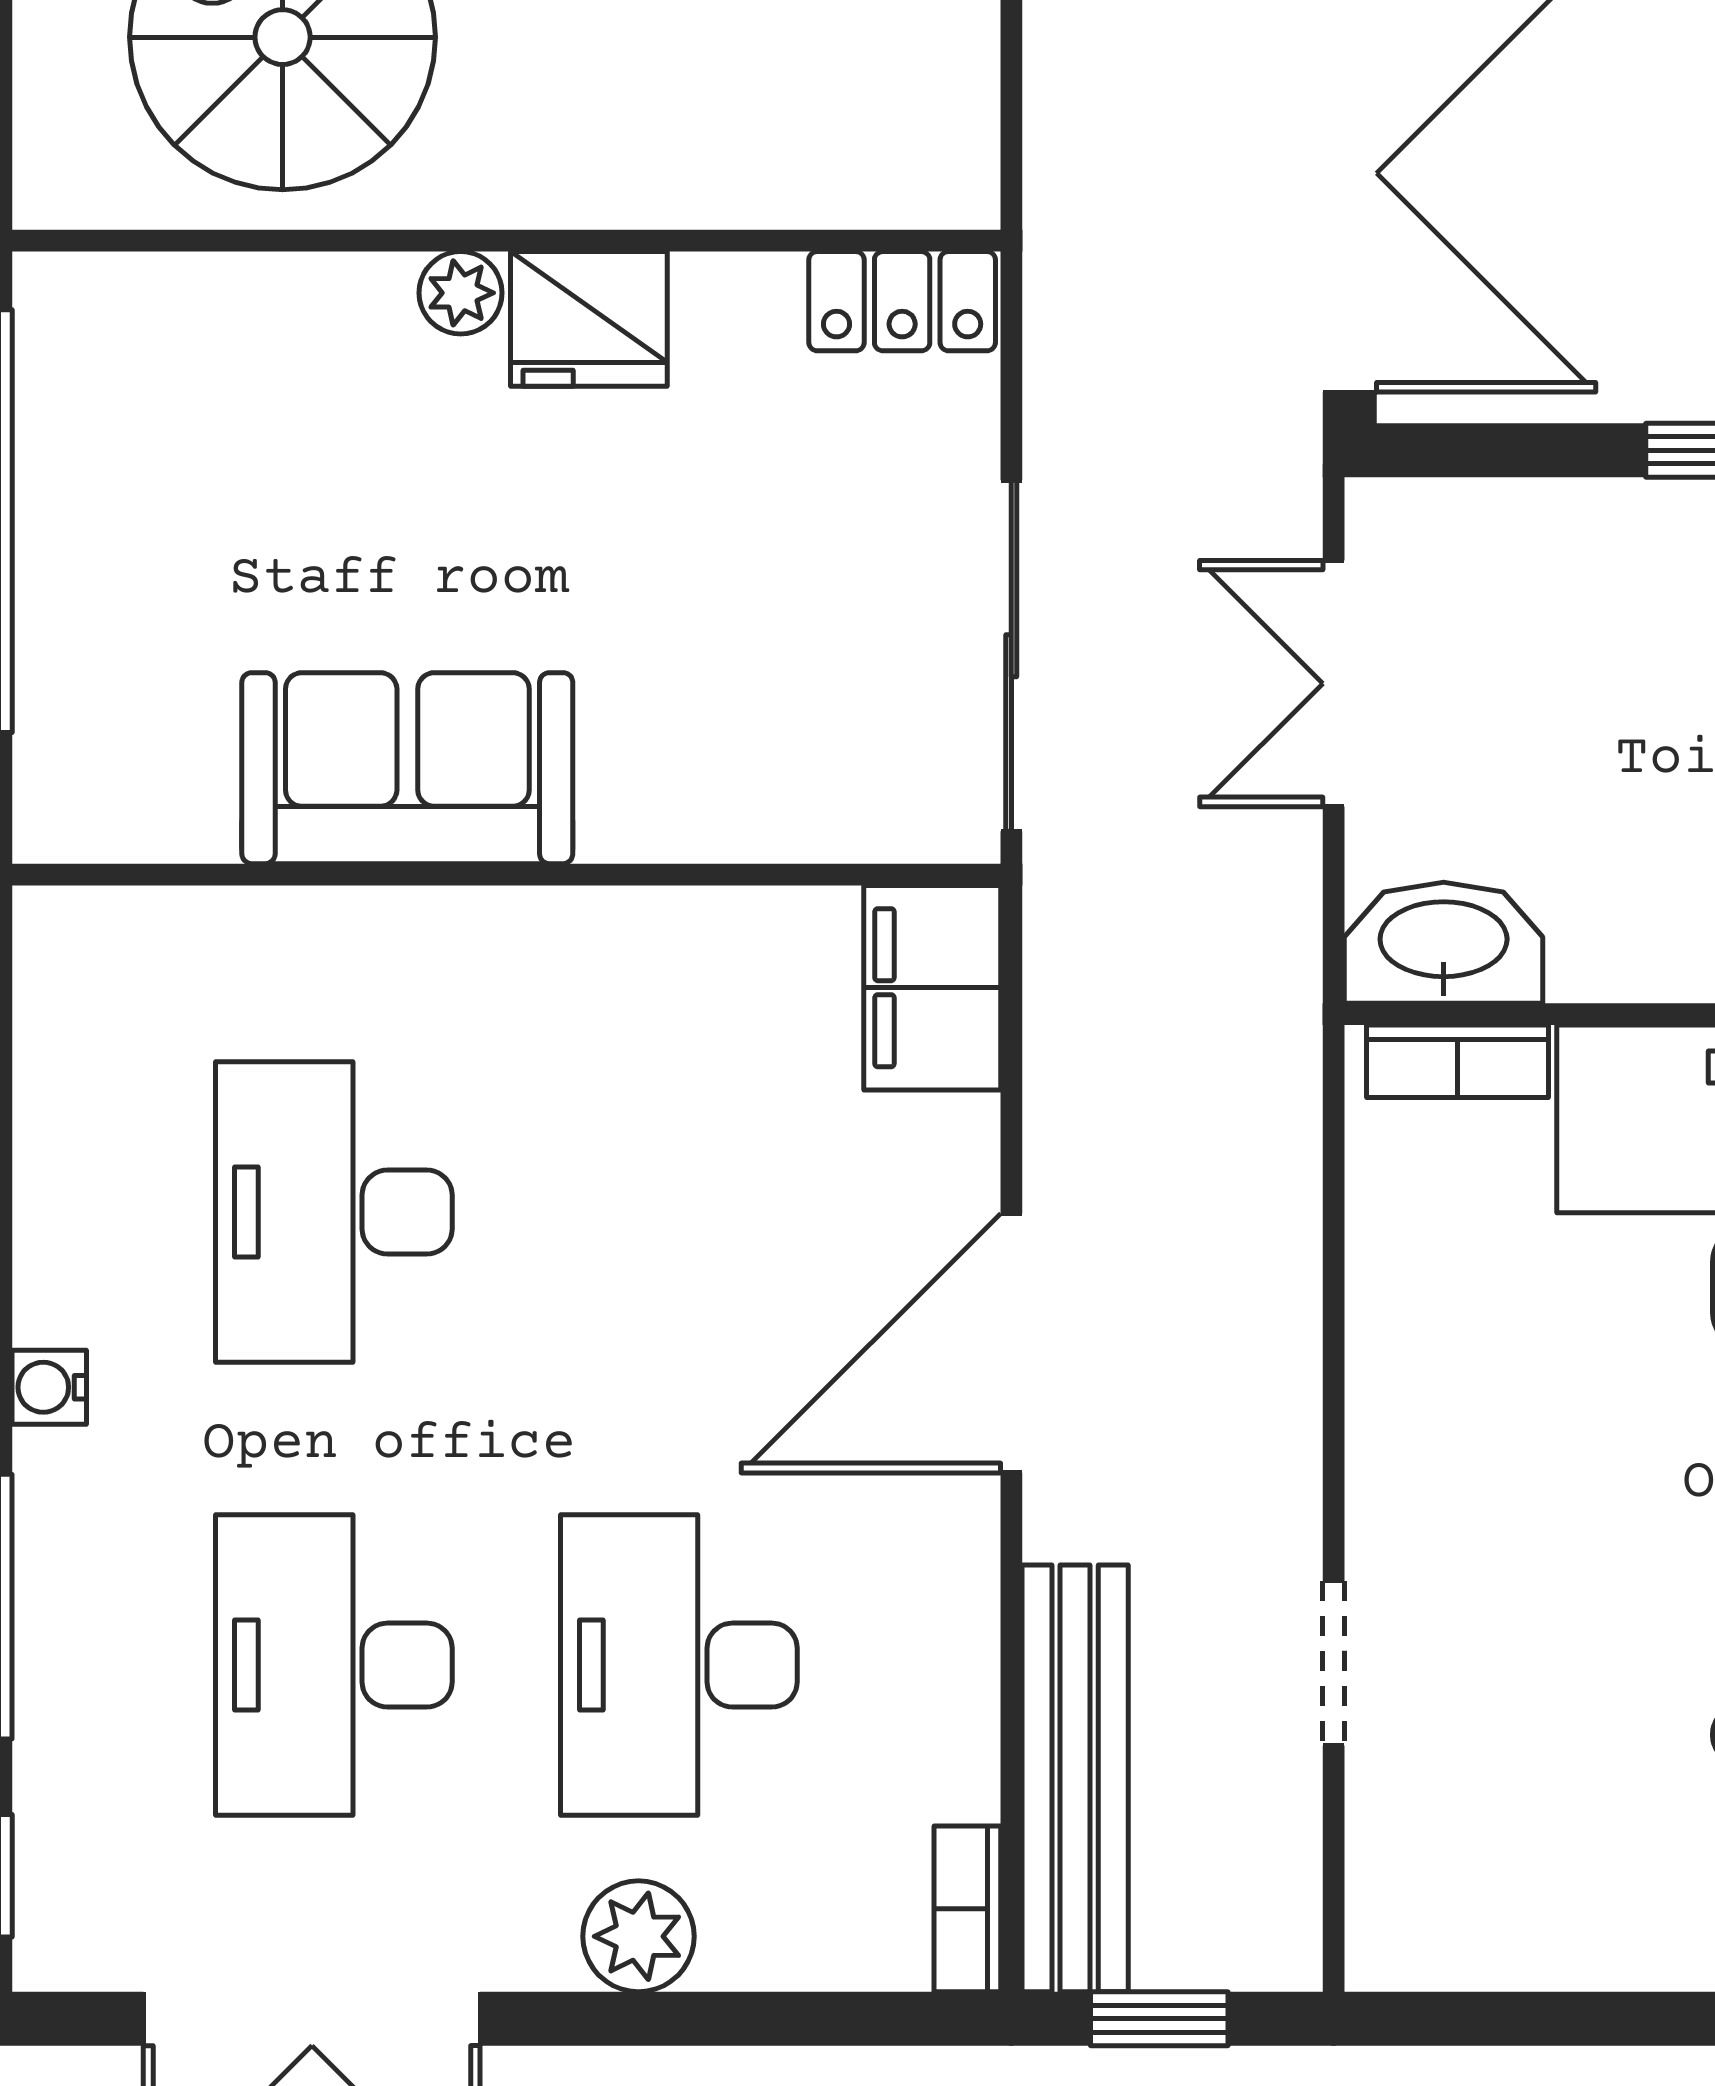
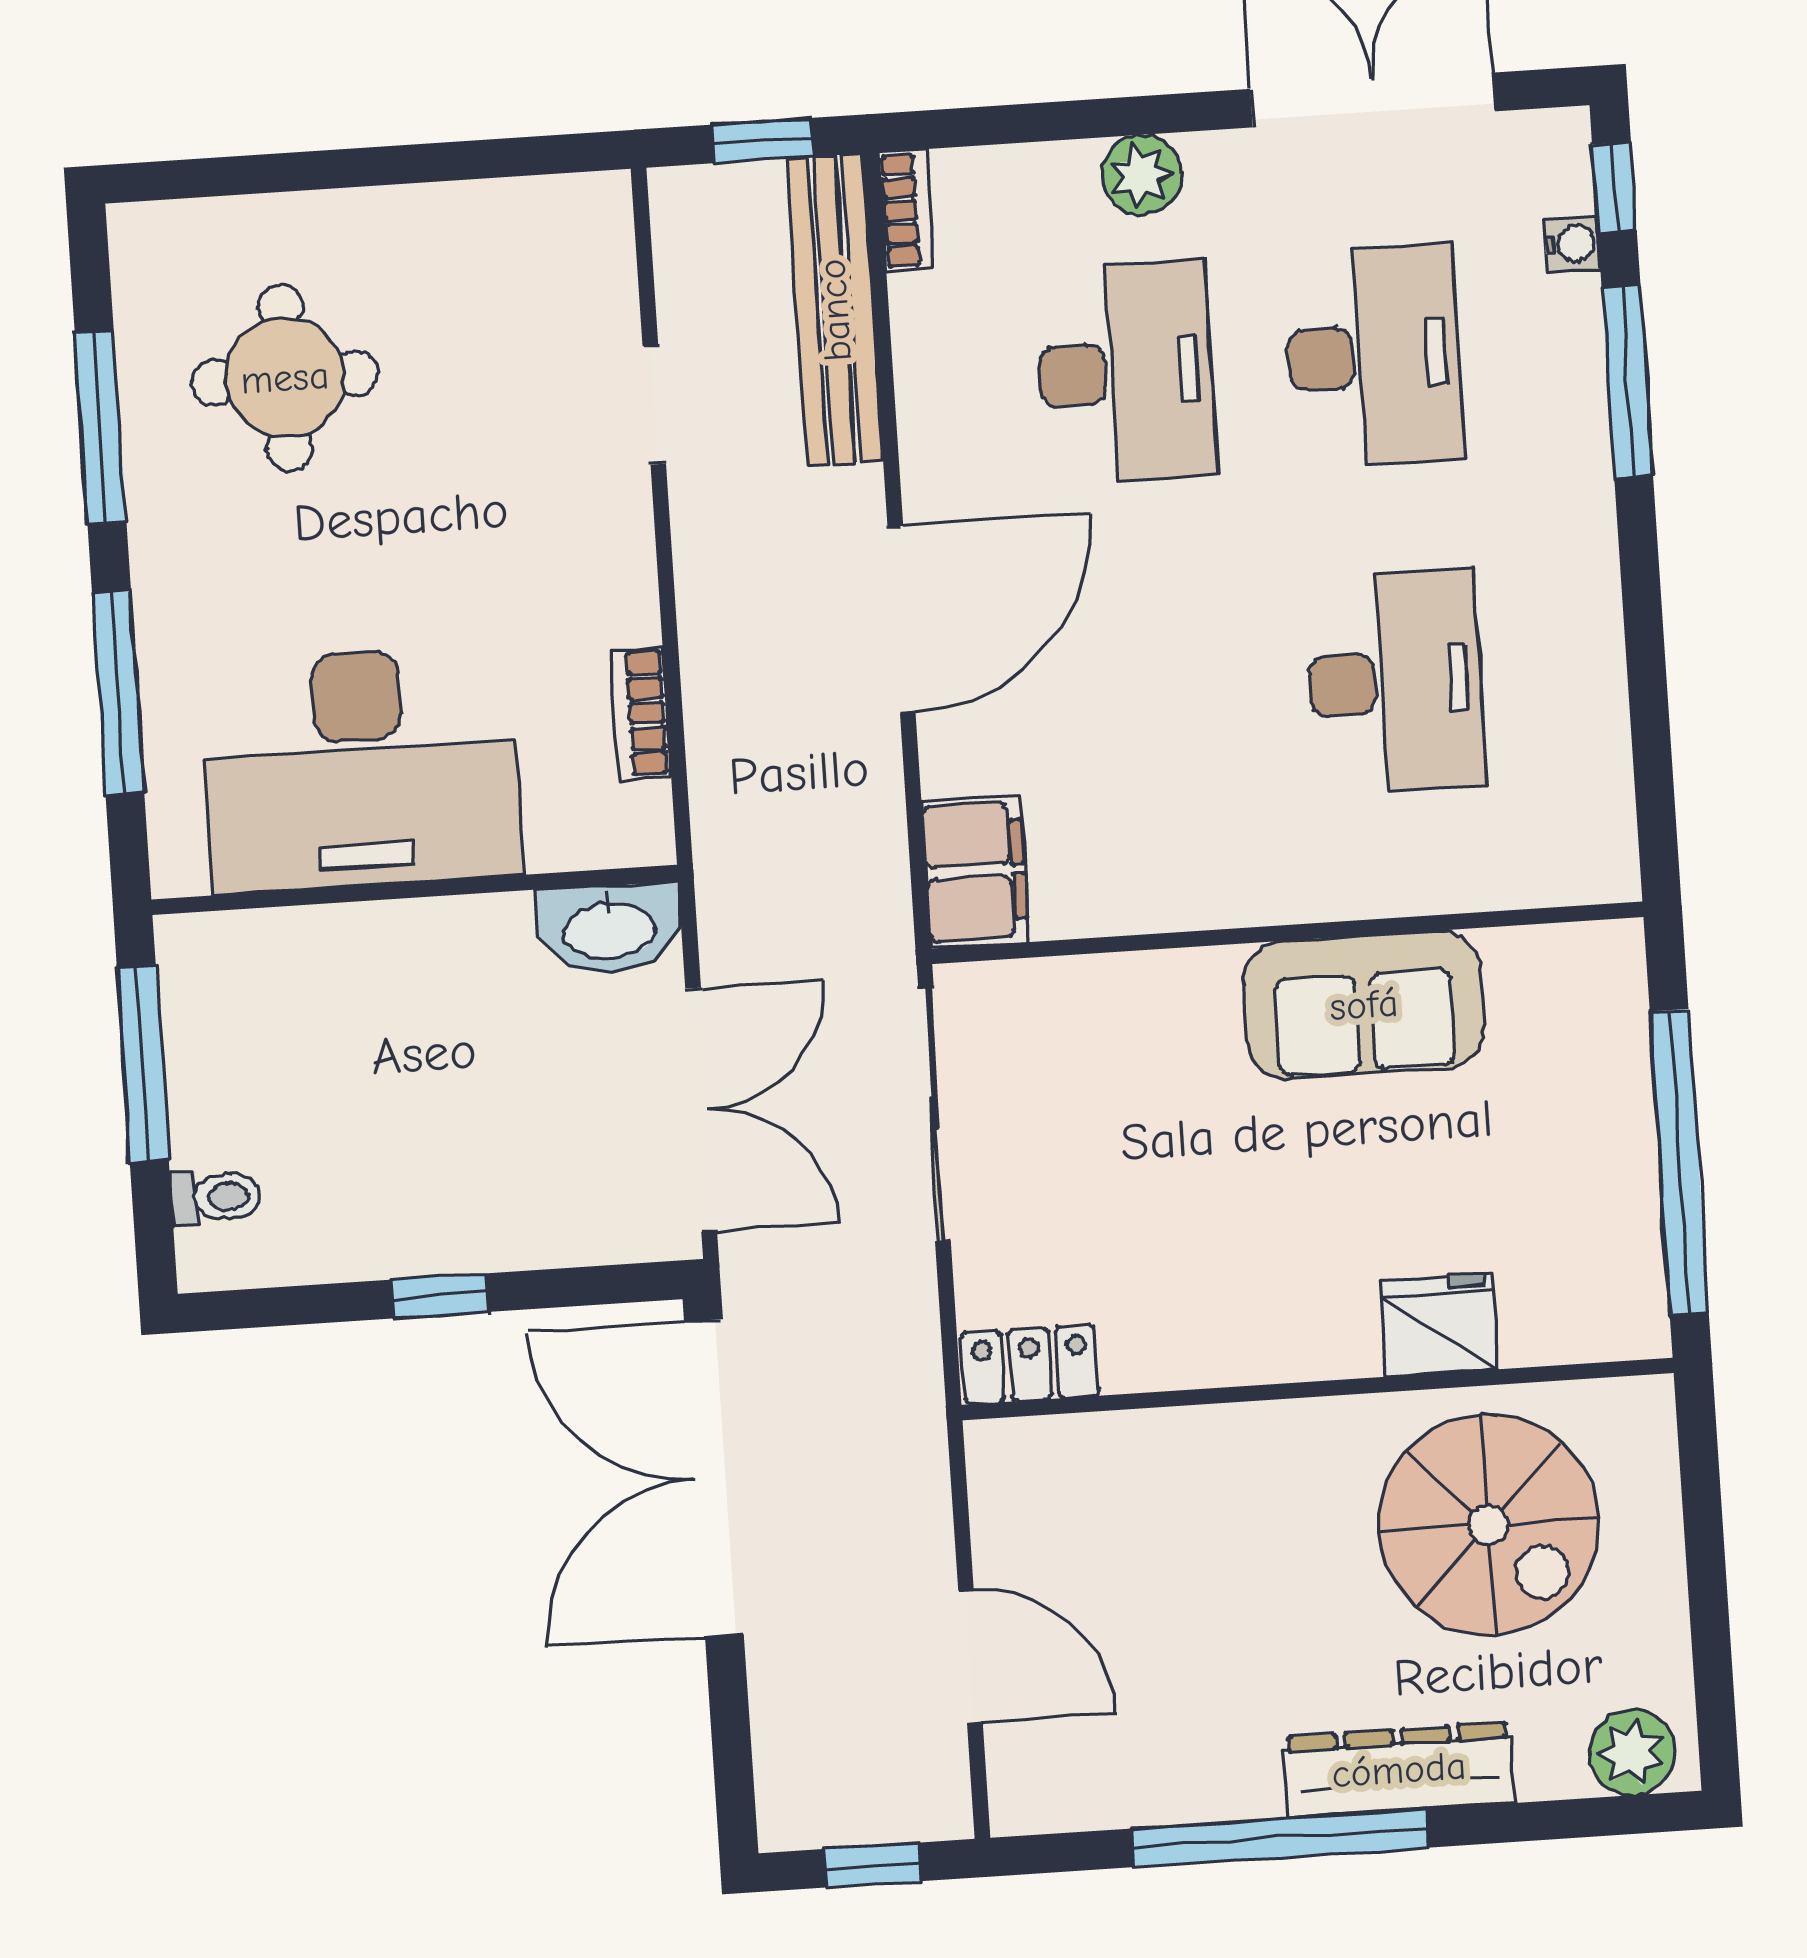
plant: (461, 293) -> (1348, 1349), removed
fridge: (589, 319) -> (1439, 1324), moved
double door: (1334, 684) -> (701, 1110), width x1.37
bookcase: (1457, 1061) -> (641, 713), moved, turned -90
water cooler: (49, 1387) -> (1572, 244), moved

